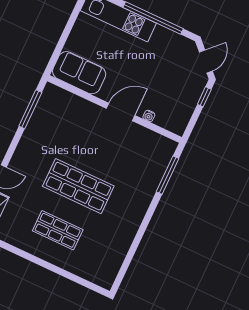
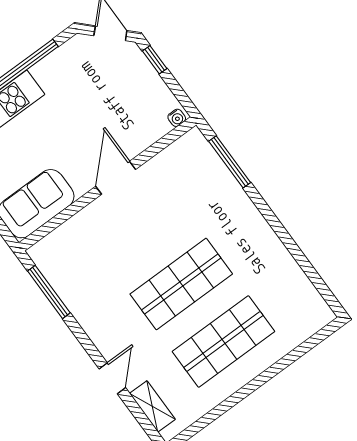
water cooler: (149, 116) -> (177, 118), moved
shop shelf: (58, 230) -> (223, 341), width x1.43, depth x1.36

